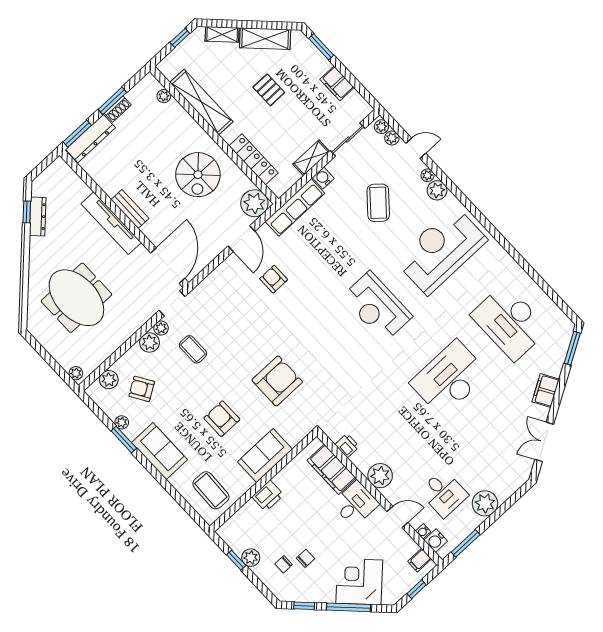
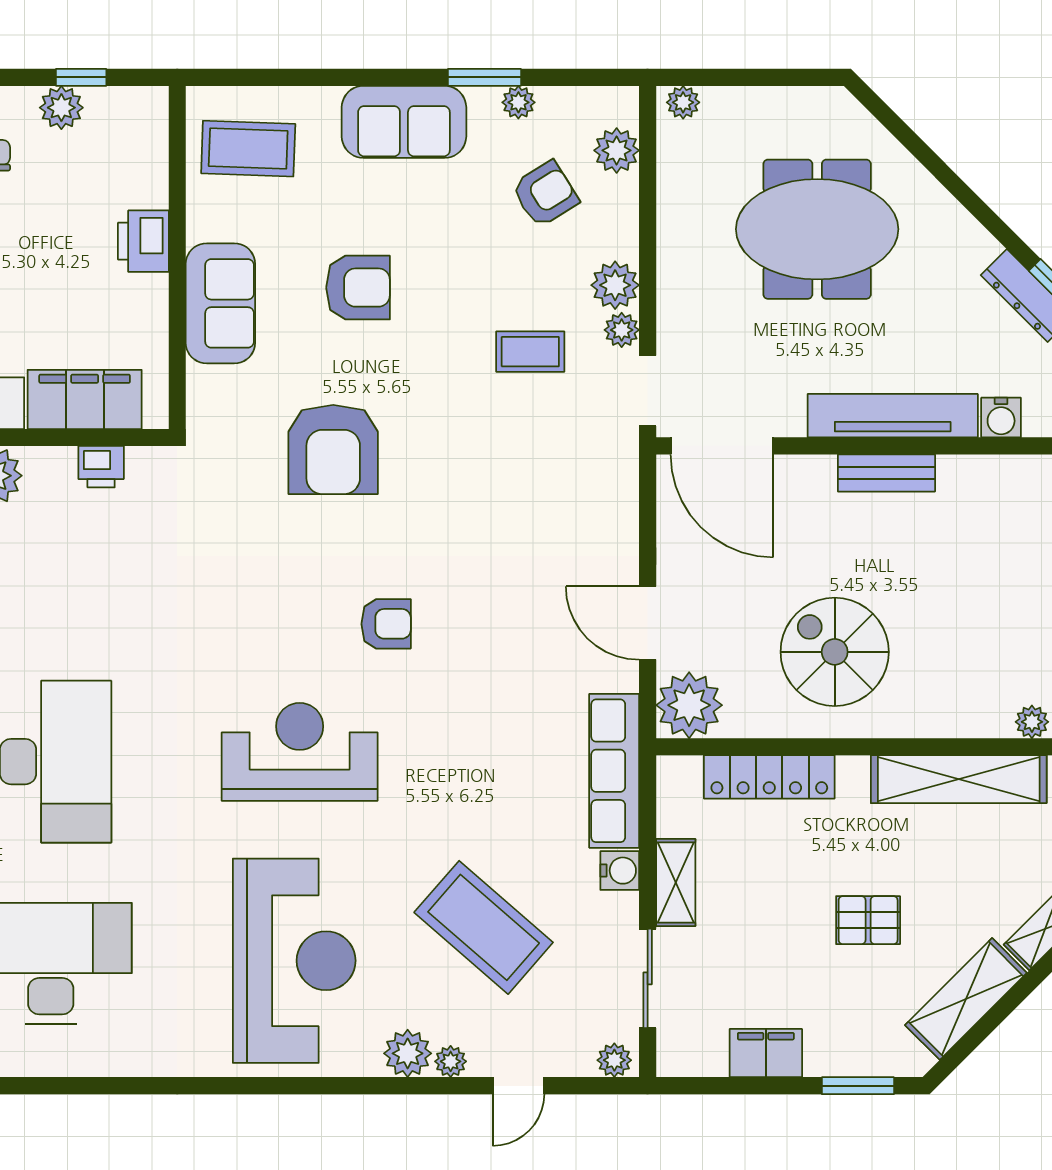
plant: (392, 138) -> (577, 1060), removed
water cooler: (81, 190) -> (1001, 418), added
coffee table: (378, 203) -> (484, 927), width x1.36, depth x1.32
armchair: (274, 279) -> (386, 624), moved

